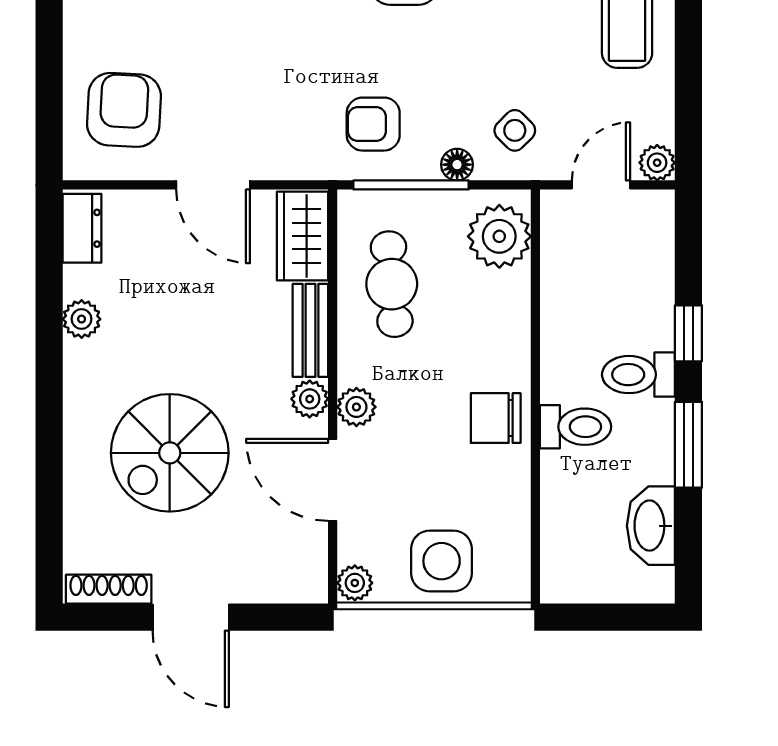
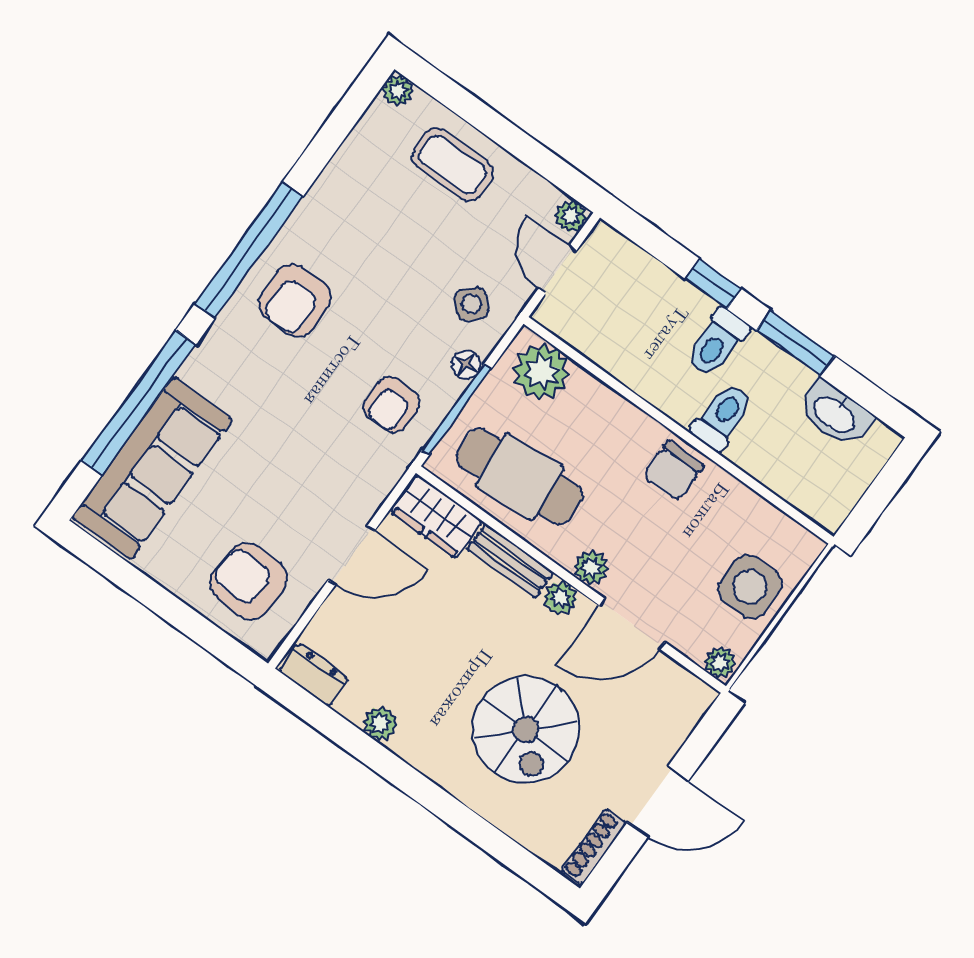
cafe table: (392, 284) -> (519, 476), width x1.37, depth x1.35

